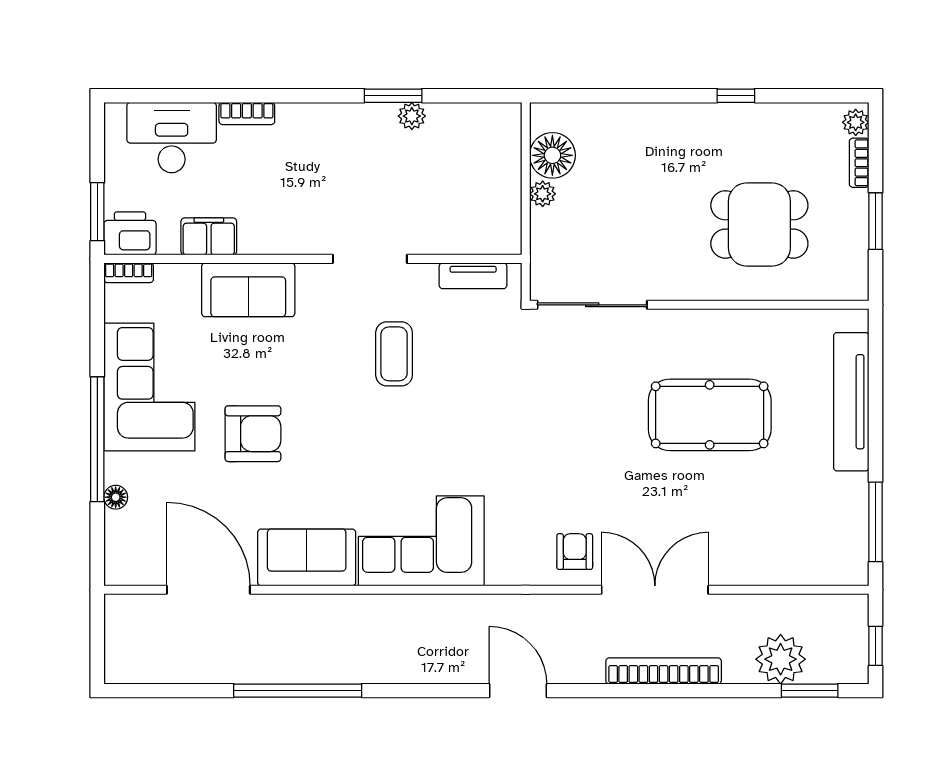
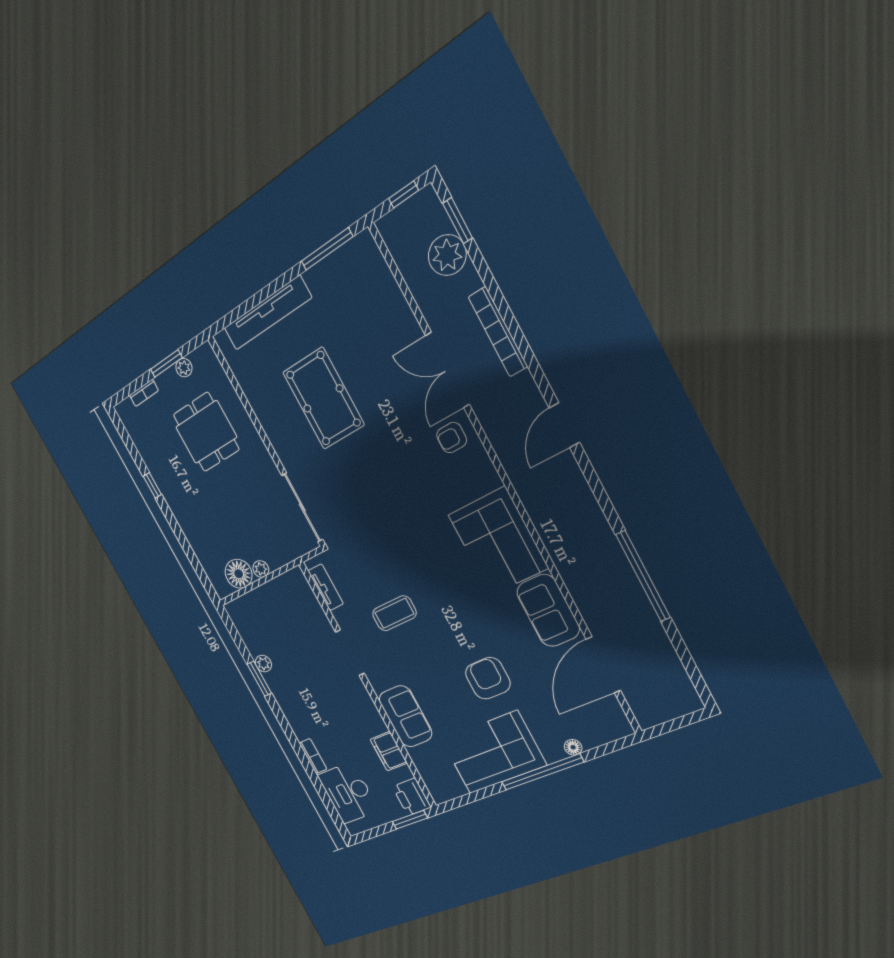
plant: (856, 122) -> (184, 368), moved
bookcase: (129, 273) -> (434, 790), removed

